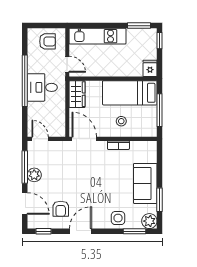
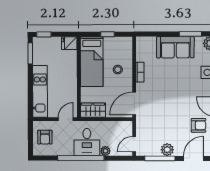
armchair: (48, 41) -> (45, 137), turned 180
plant: (33, 108) -> (105, 151), added
window: (160, 110) -> (108, 34), width x0.46

